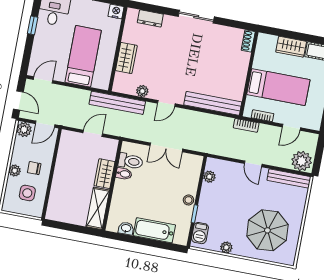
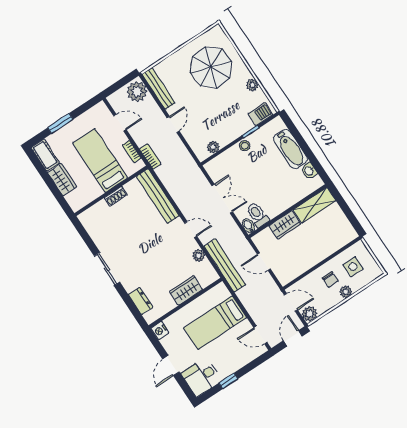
shoe rack: (248, 41) -> (116, 196), moved
bidet: (124, 174) -> (248, 226), moved

